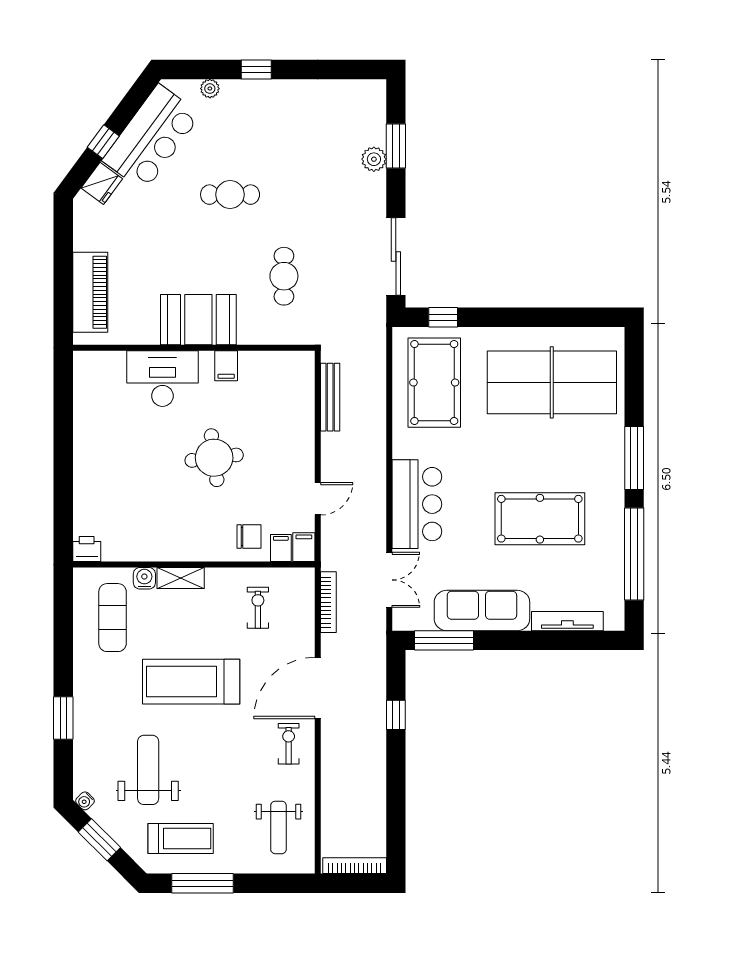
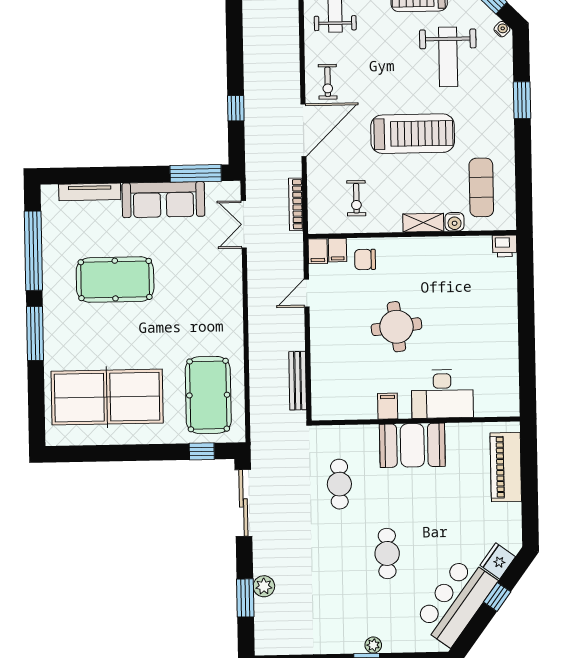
plant: (210, 89) -> (373, 645), moved
cafe table: (230, 195) -> (387, 553), turned 90
bar counter: (417, 504) -> (221, 290), removed

